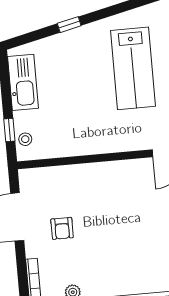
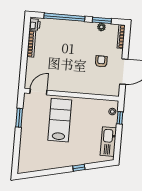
lab bench: (133, 68) -> (60, 120), moved

